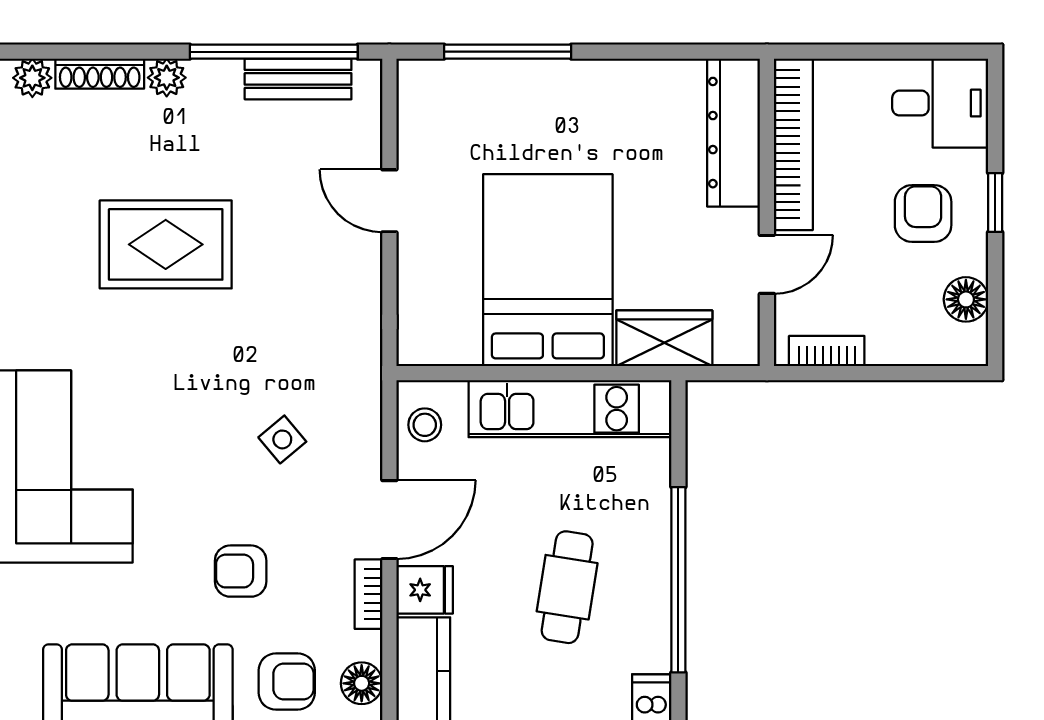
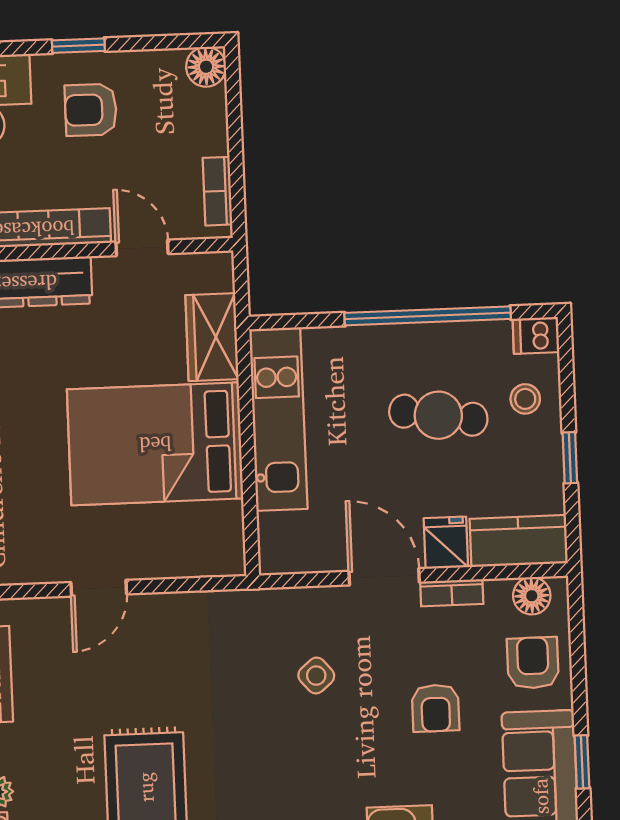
floor lamp: (966, 299) -> (206, 67), moved
stool: (425, 425) -> (525, 399), moved

